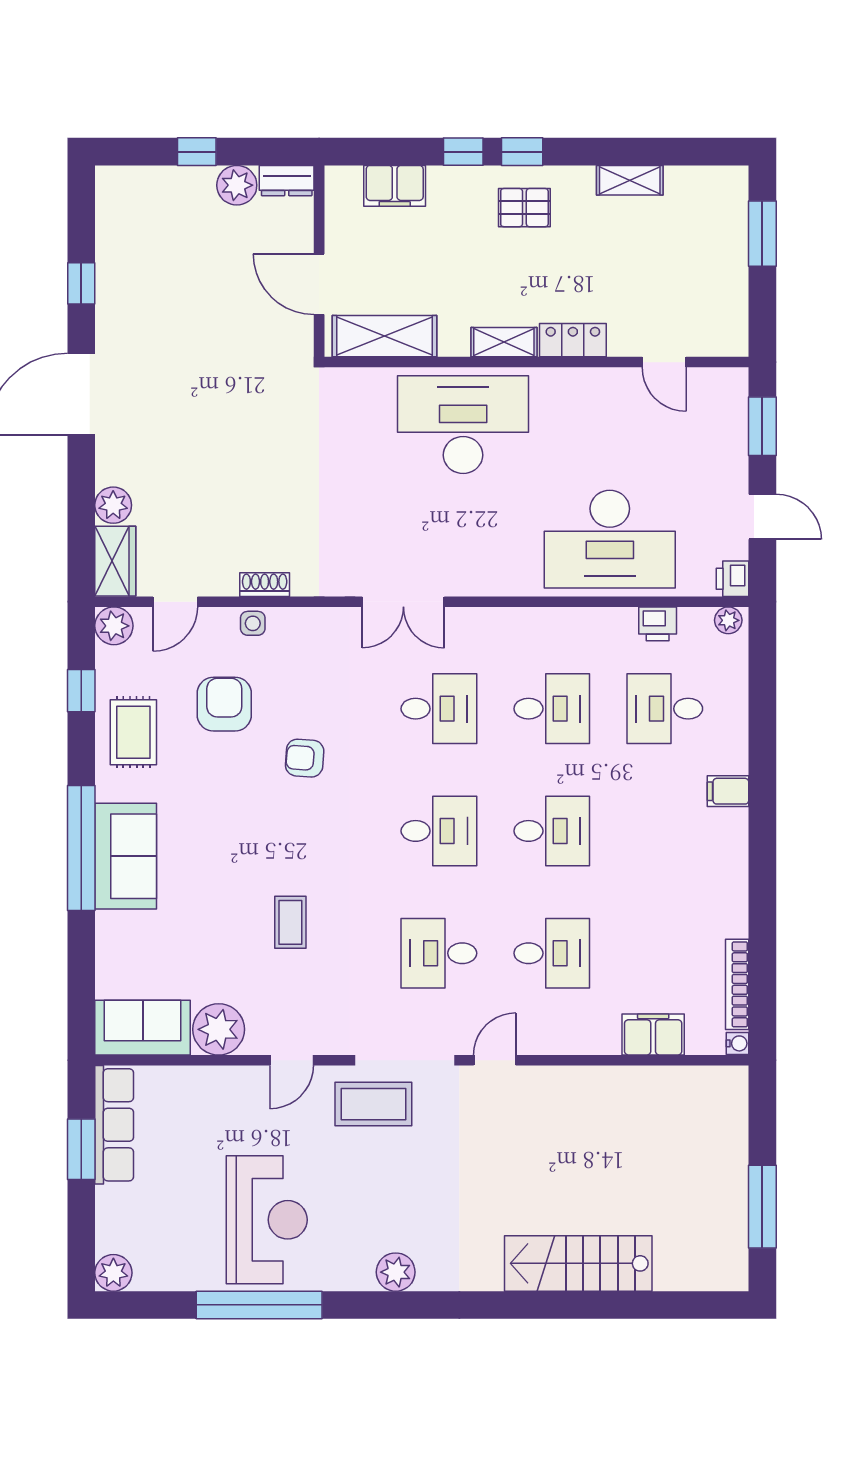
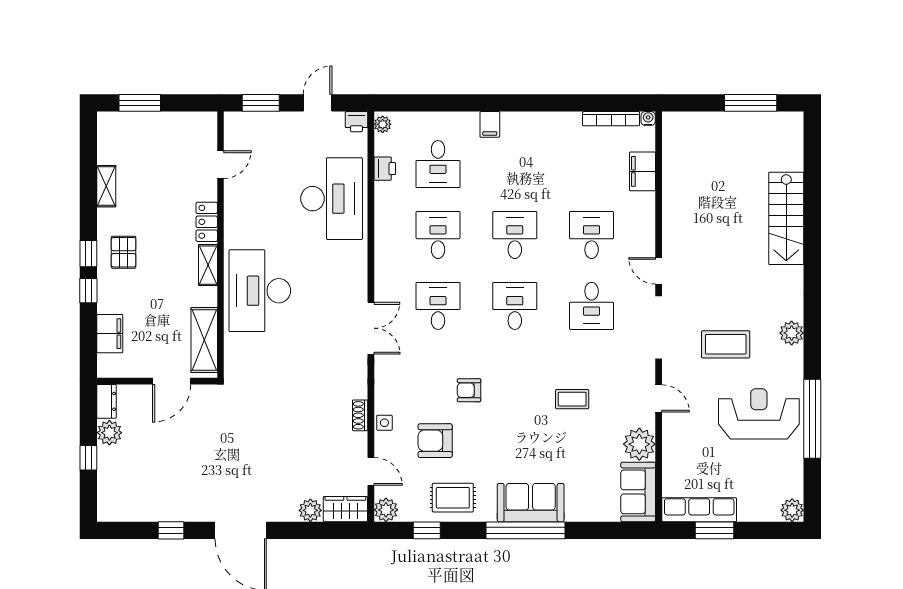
armchair: (305, 758) -> (469, 390), turned 86
coffee table: (373, 1104) -> (726, 344), moved, turned 90

